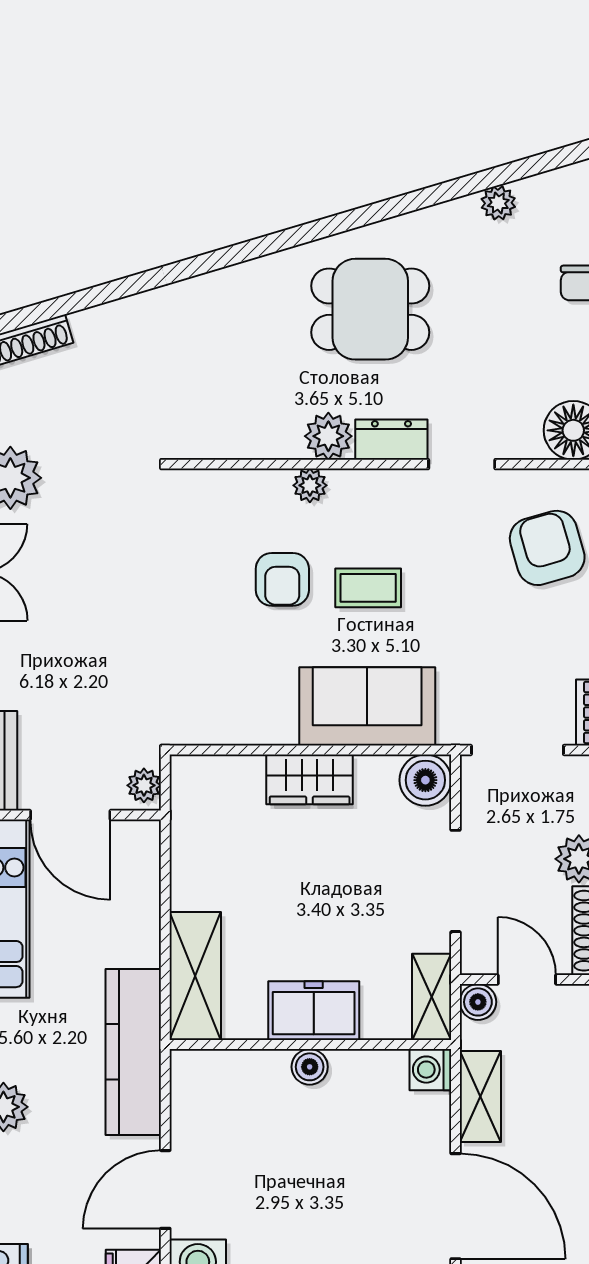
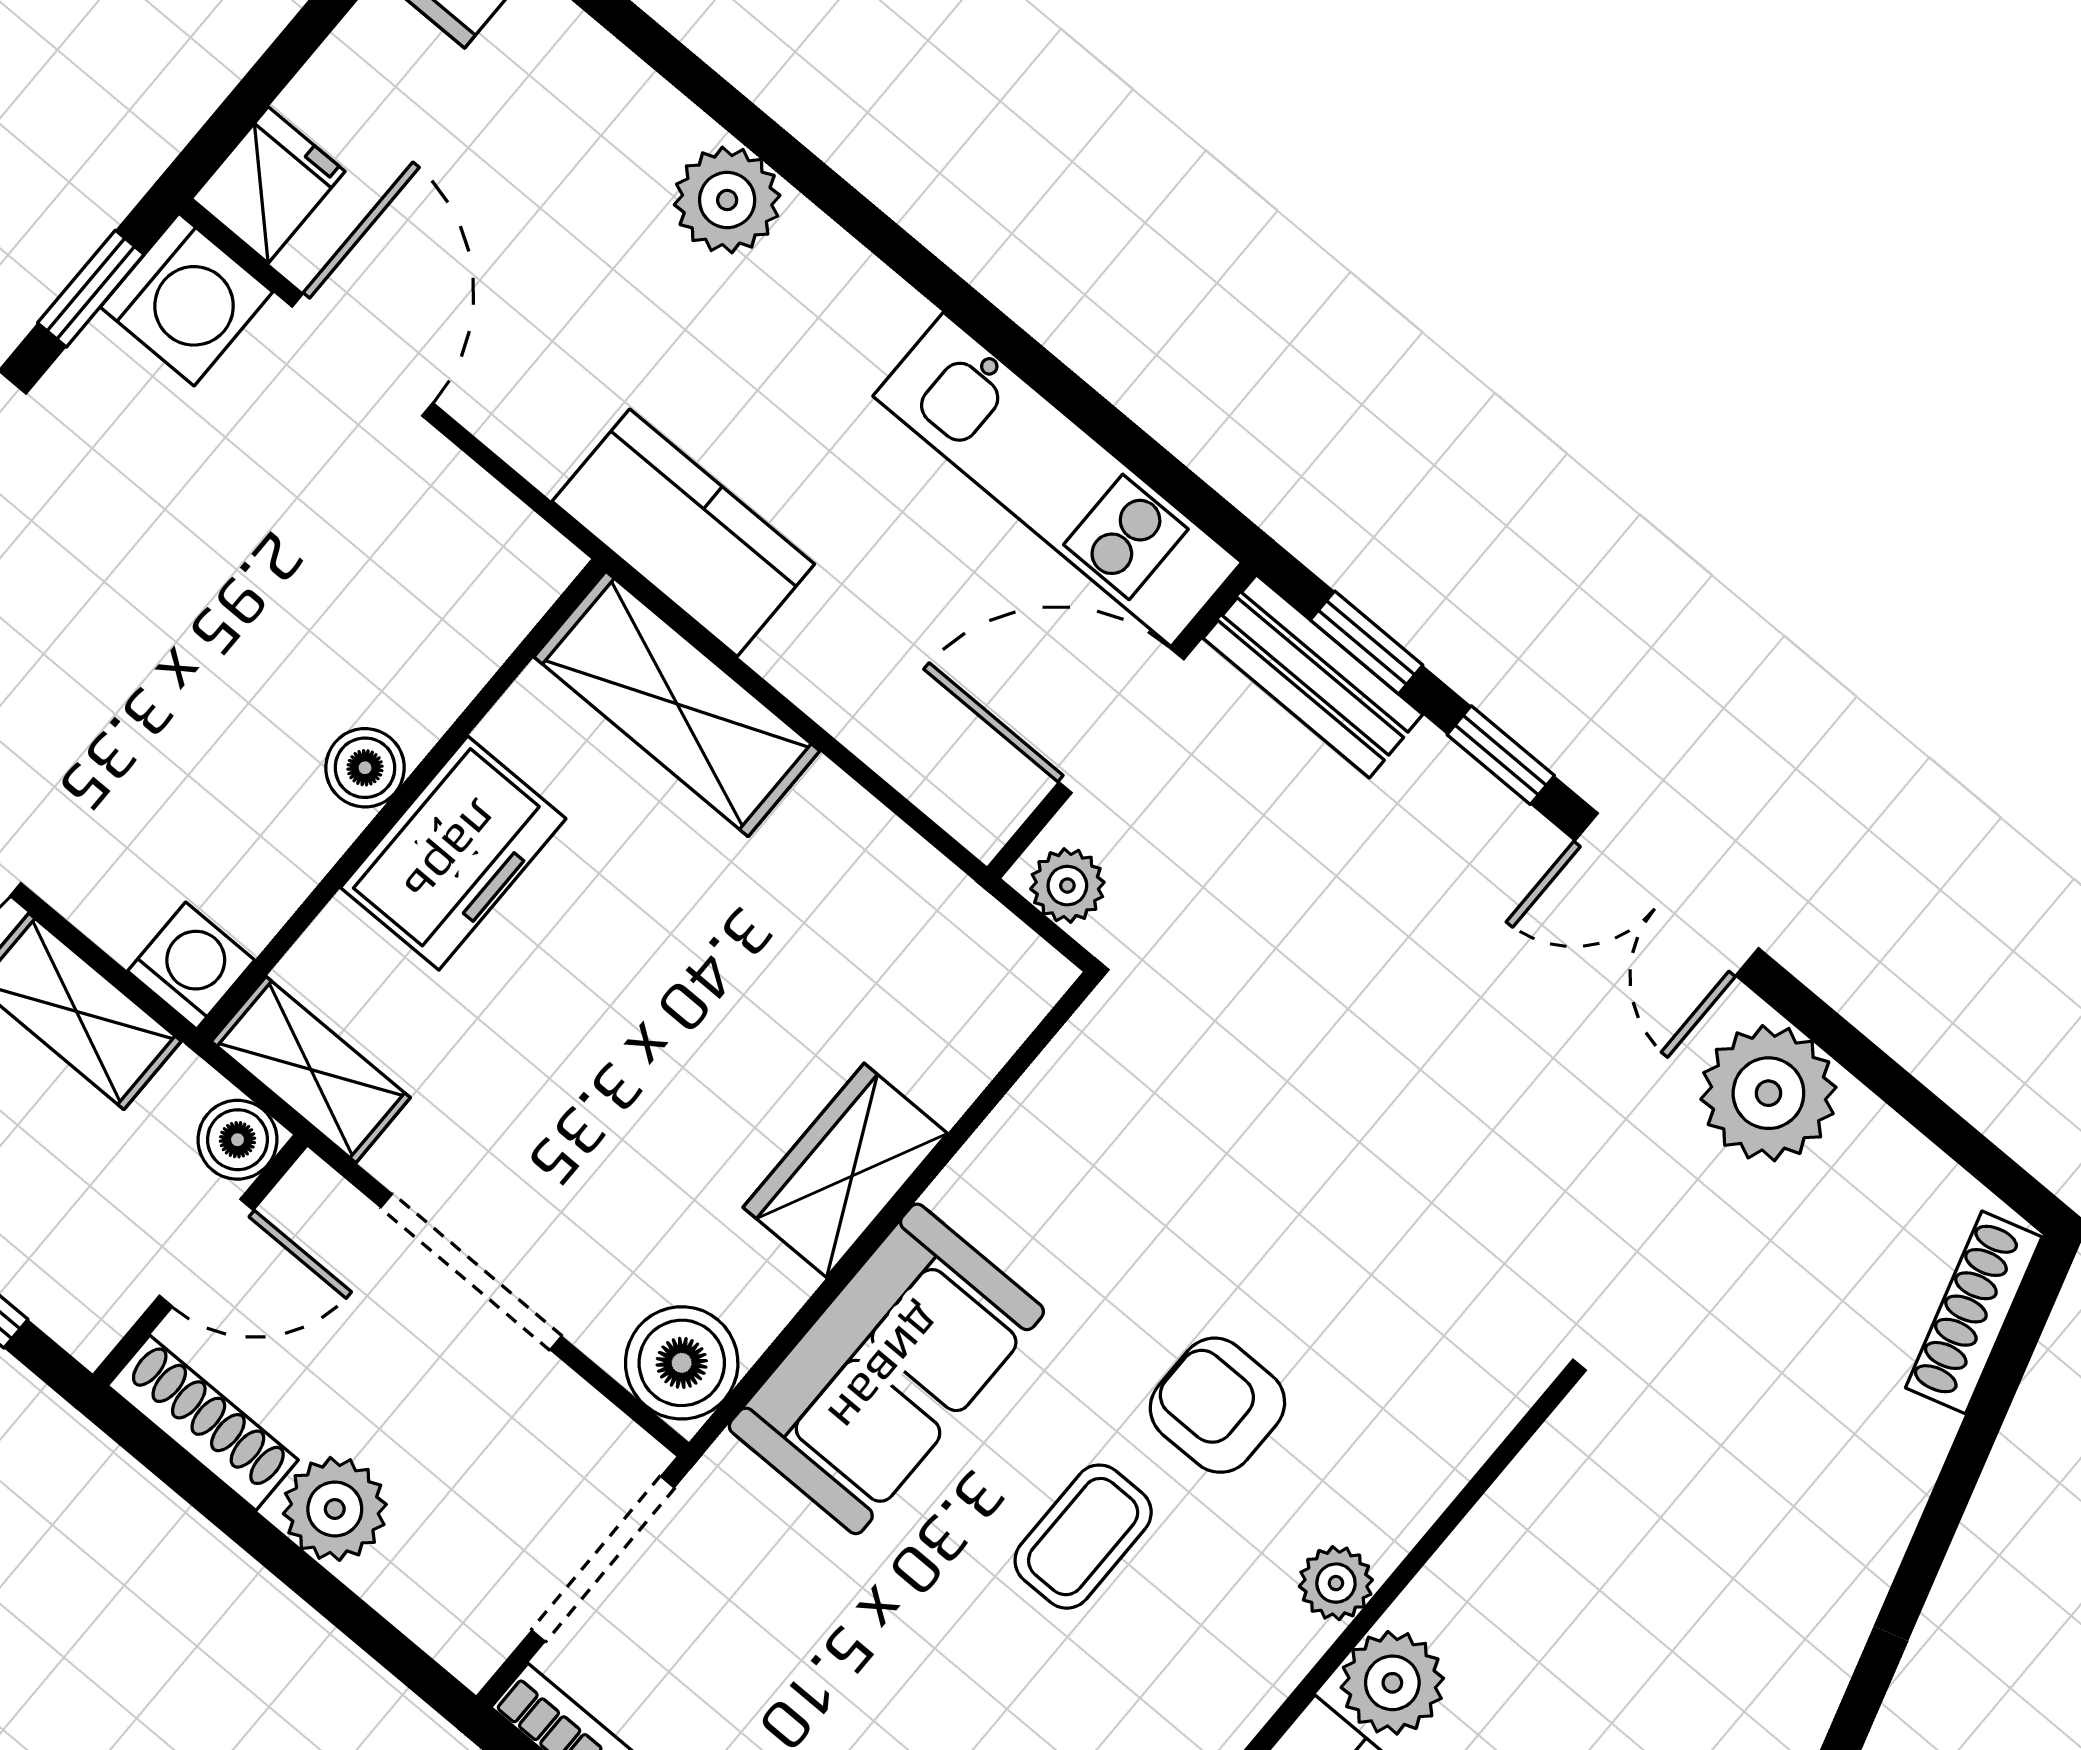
kitchen counter: (133, 1052) -> (683, 533), width x0.67

